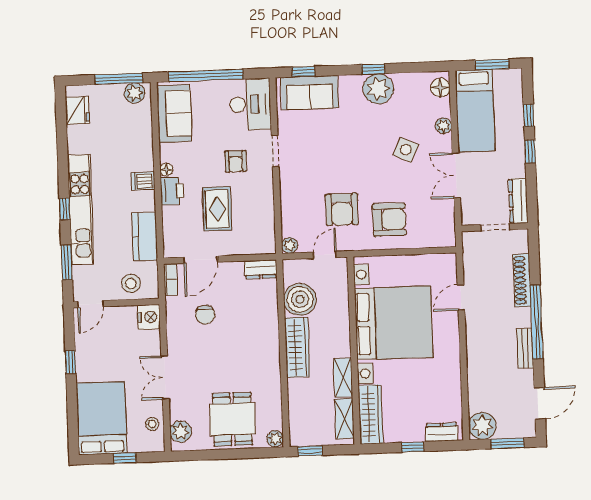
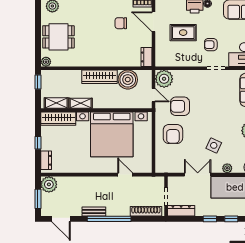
plant: (290, 245) -> (164, 79), width x1.87, depth x1.87
shoe rack: (522, 280) -> (146, 211), moved

